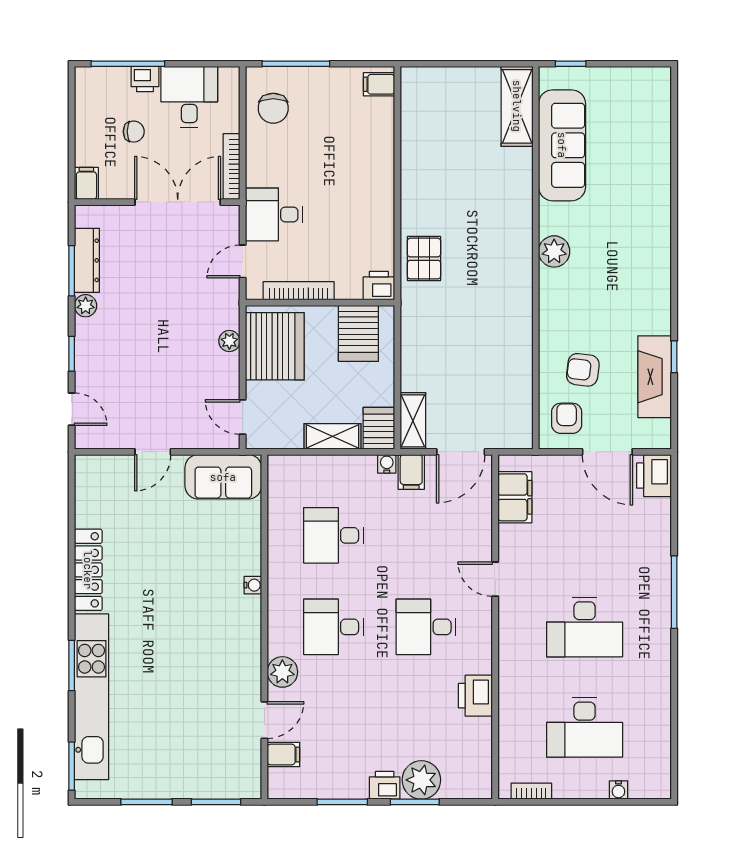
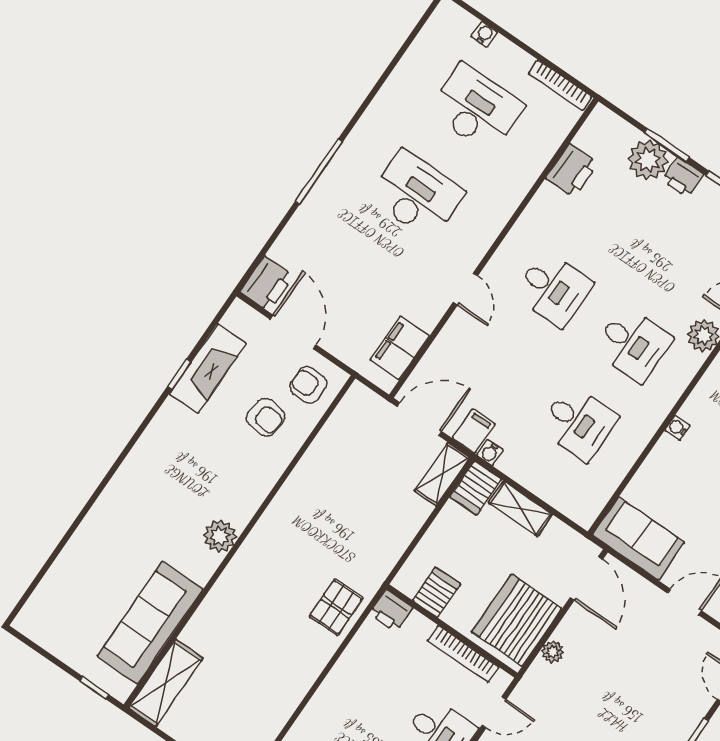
server rack: (358, 333) -> (437, 592), width x0.73, depth x0.70
door: (243, 417) -> (586, 579), width x1.38
armchair: (567, 418) -> (308, 385), turned 90
printer: (475, 696) -> (572, 171), moved
bookcase: (531, 791) -> (560, 85), width x1.56

